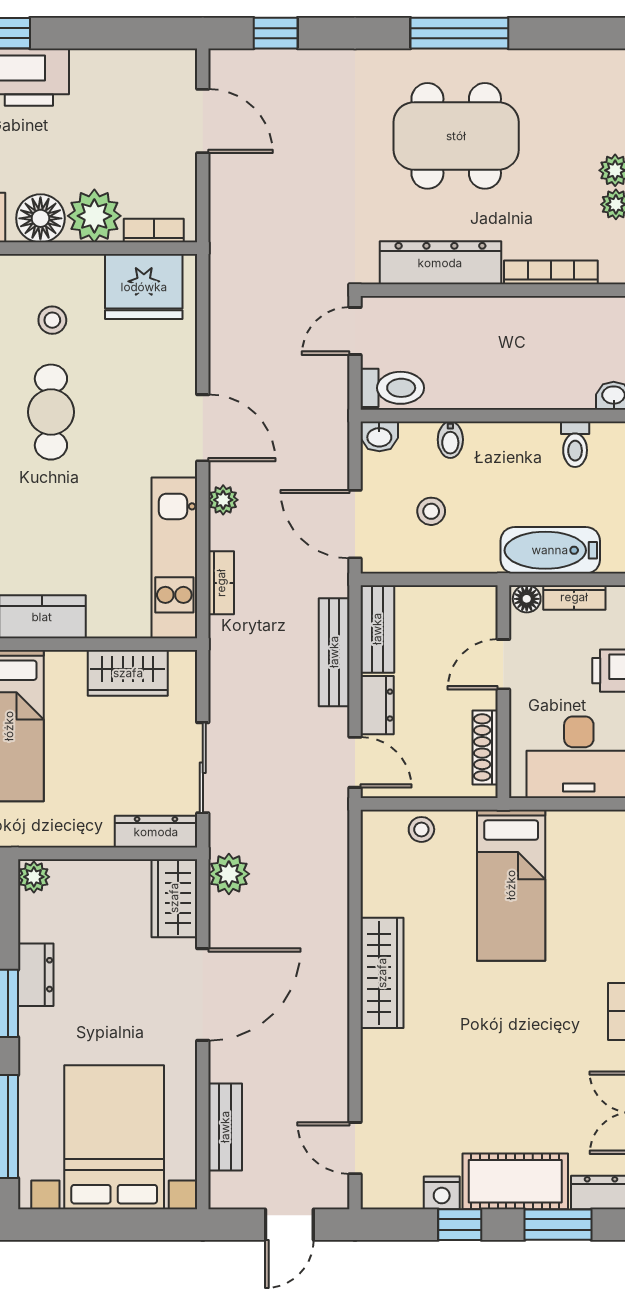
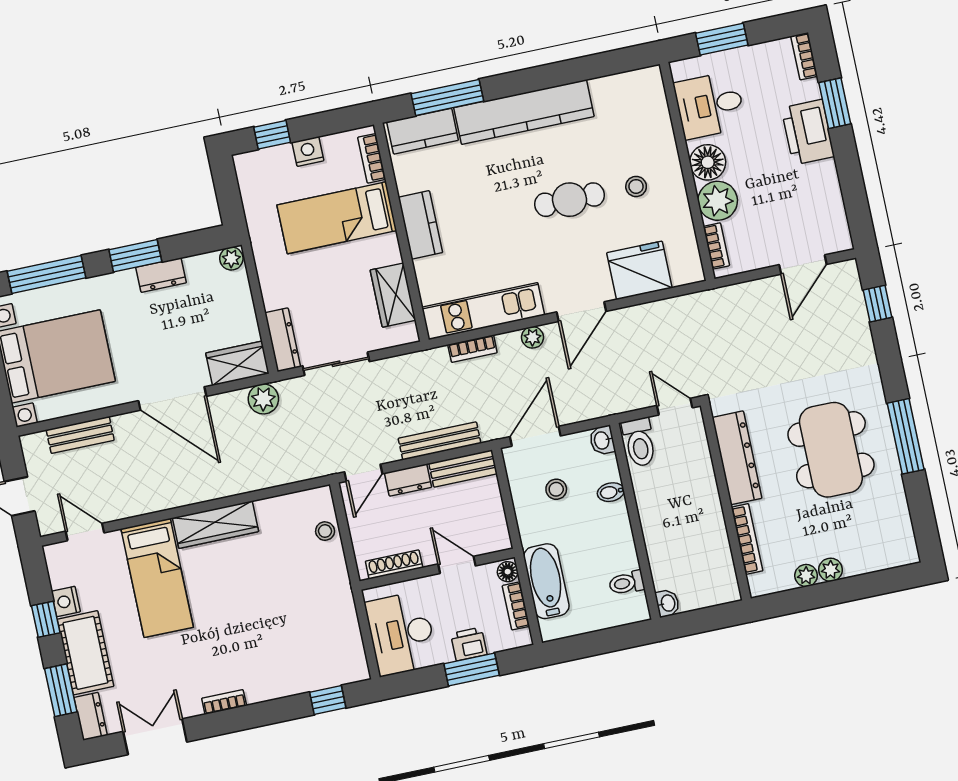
fridge: (144, 287) -> (639, 270), moved, turned 90
bed: (511, 885) -> (157, 578), moved, turned -90
door: (355, 1148) -> (85, 532), hinge flipped

